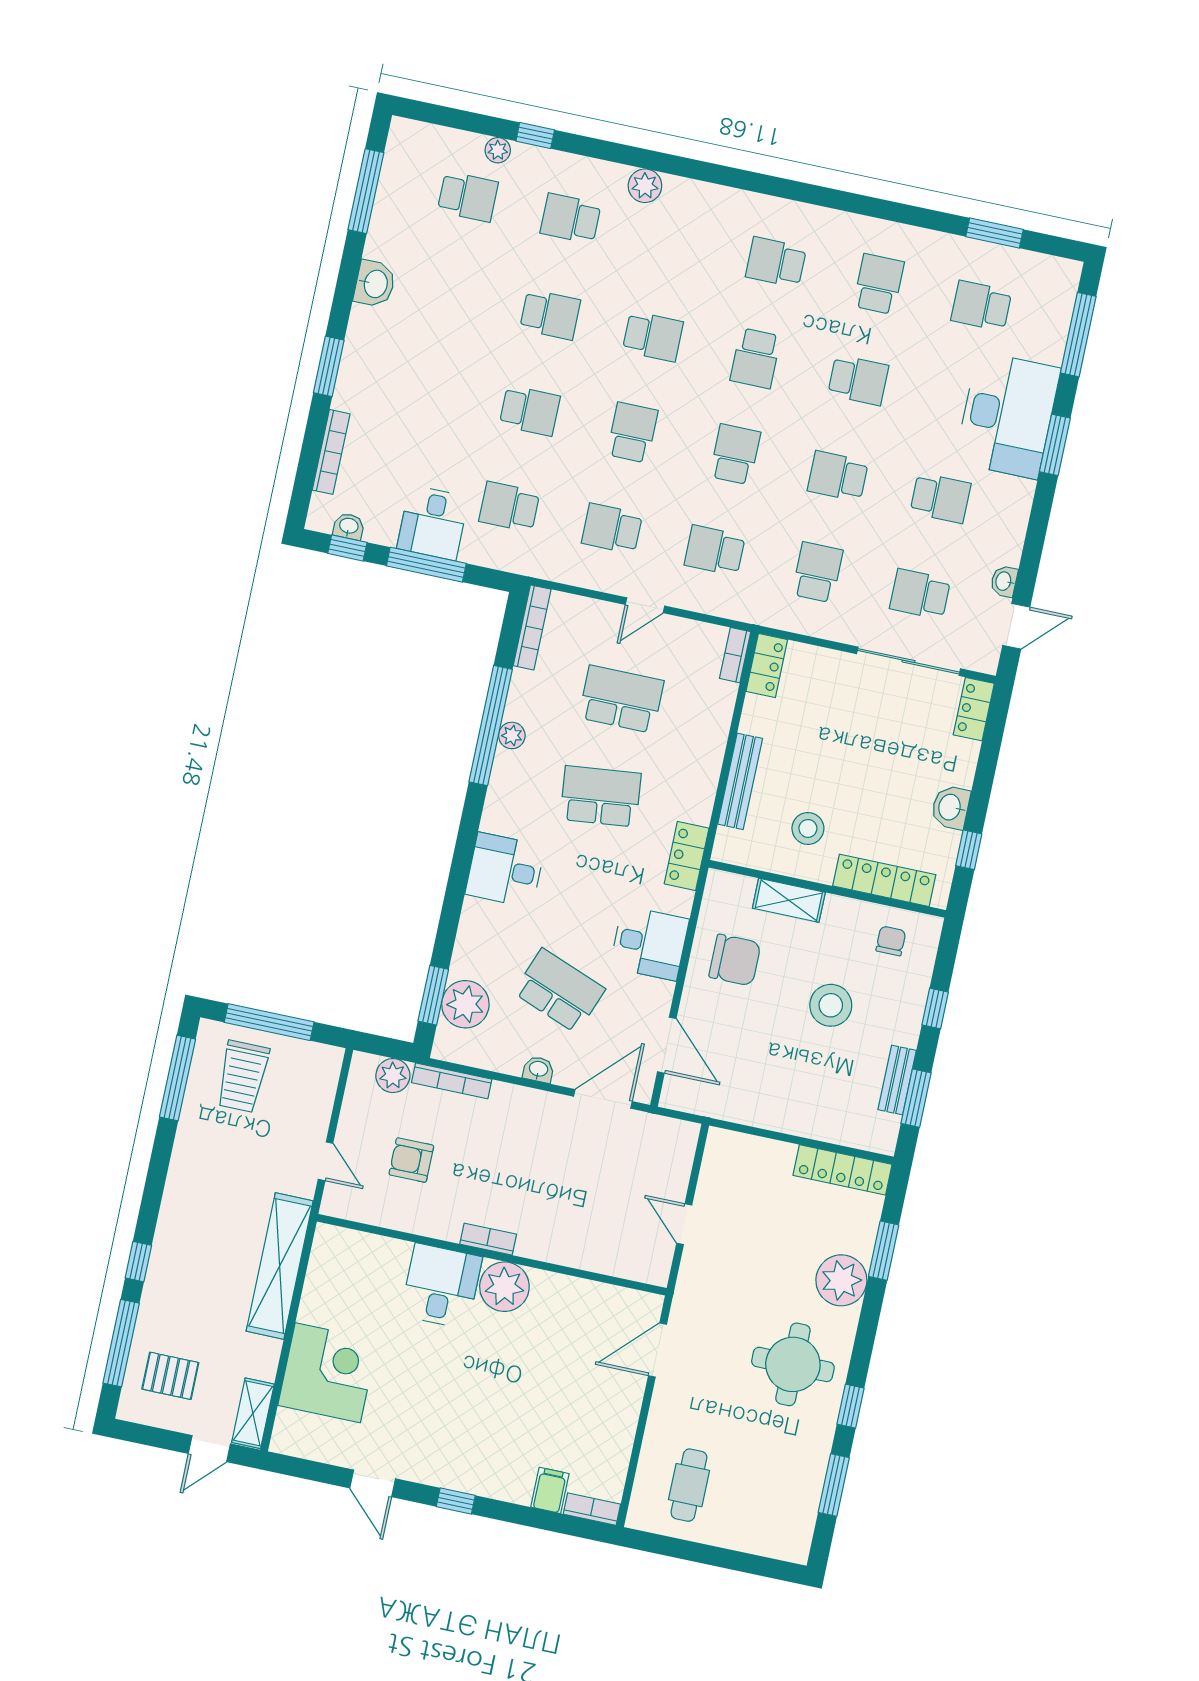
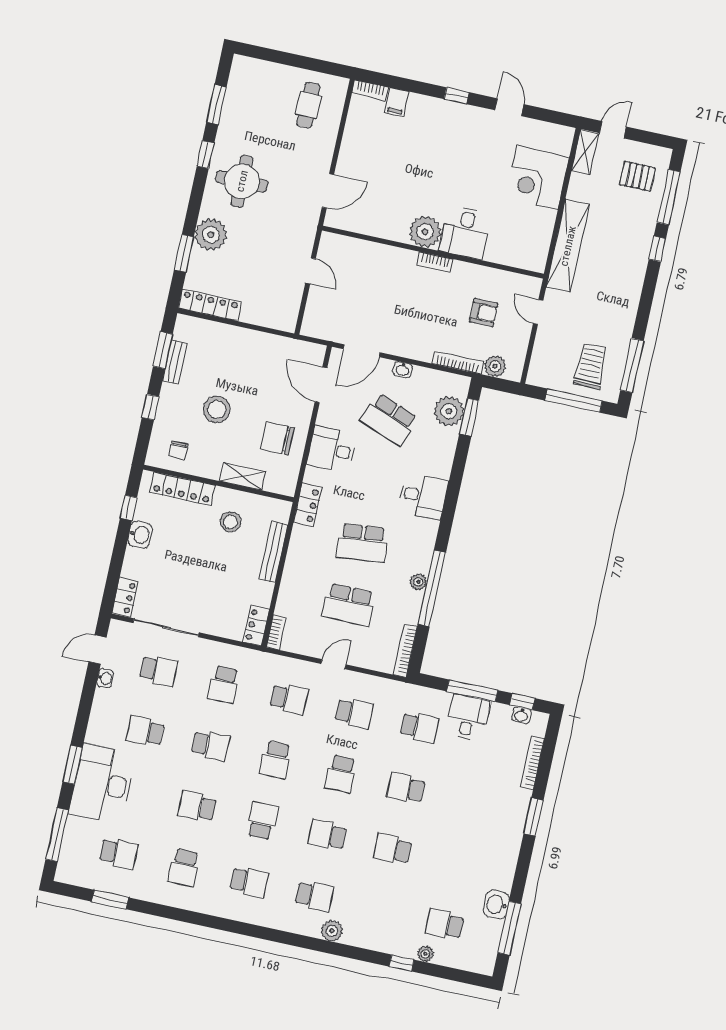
school desk: (571, 219) -> (314, 896), moved
washbasin: (375, 284) -> (496, 905), moved

